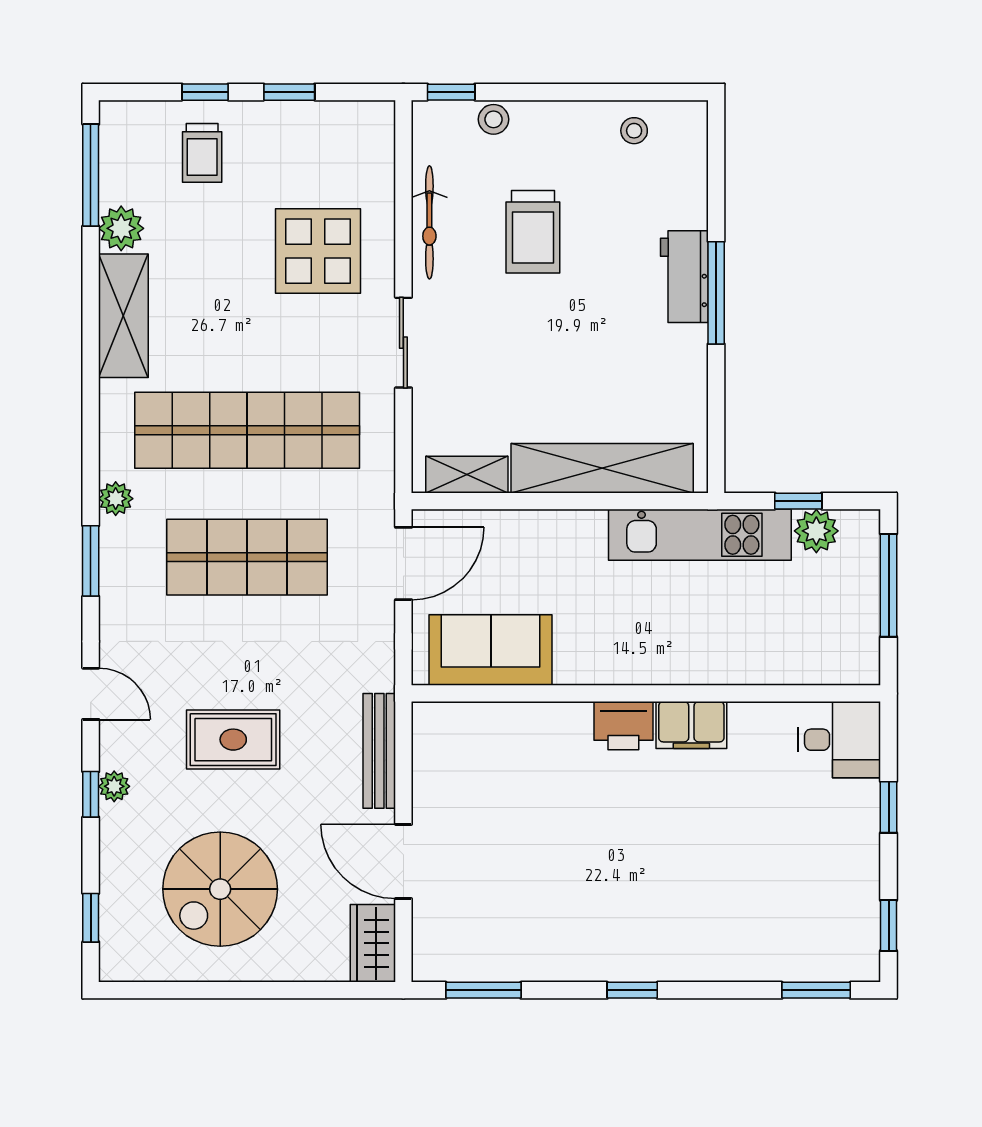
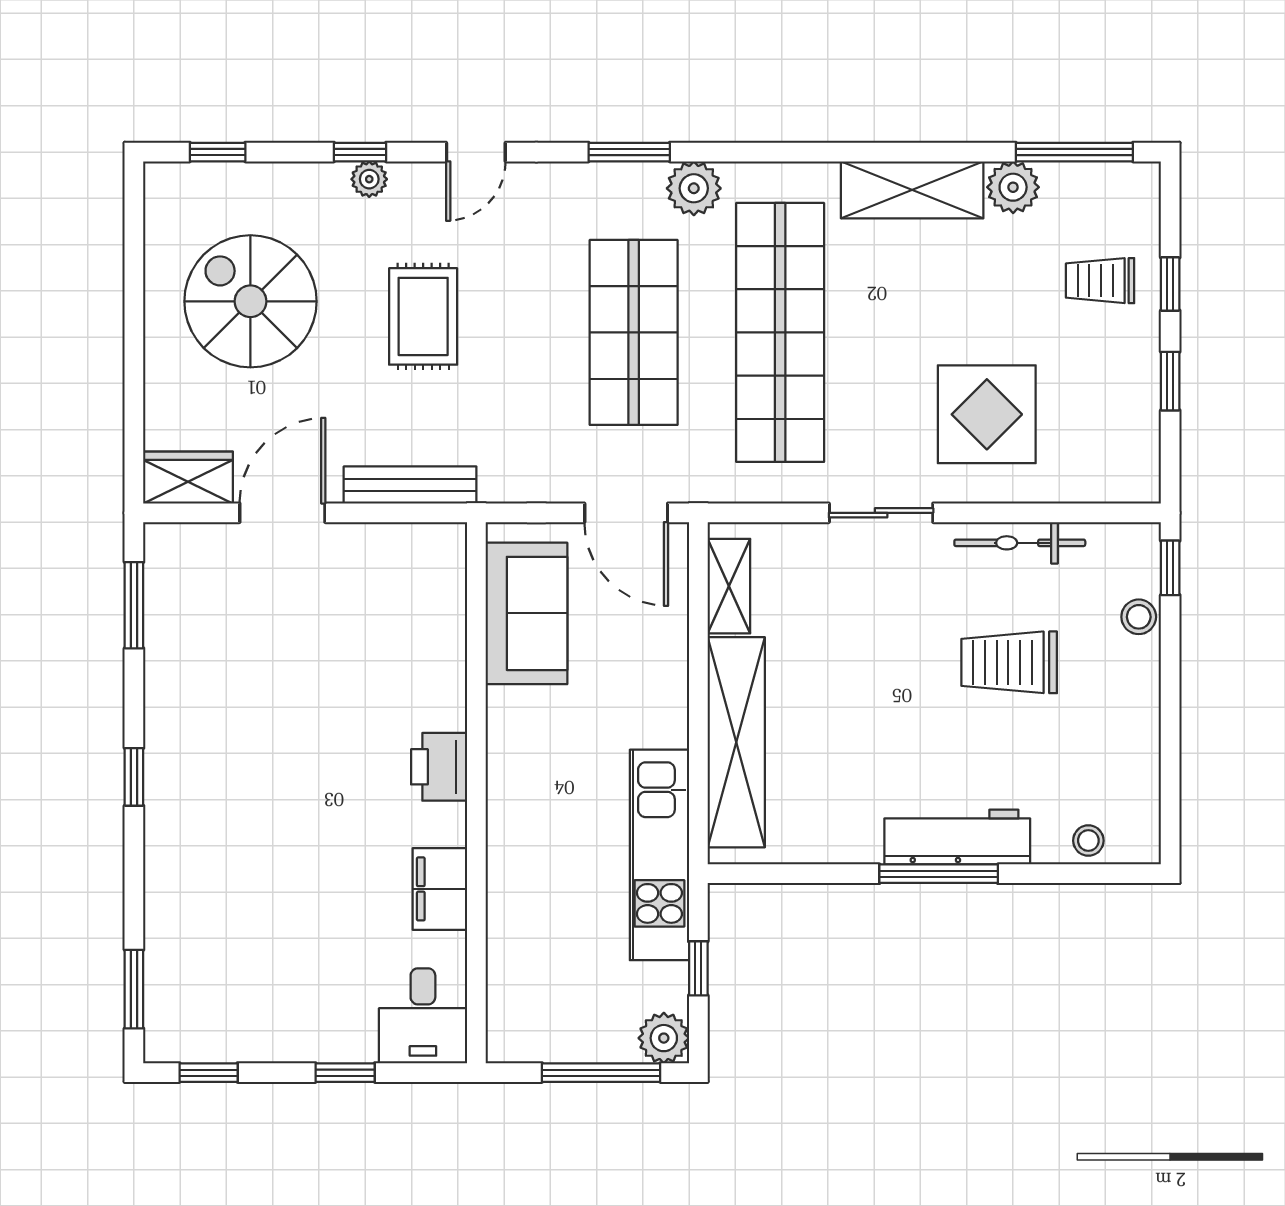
stool: (634, 131) -> (1088, 841), moved
workbench: (684, 277) -> (957, 837), width x1.37
plant: (116, 499) -> (694, 188), width x1.38, depth x1.38
plant: (816, 531) -> (664, 1038), moved
filing cabinet: (691, 725) -> (440, 889), moved

